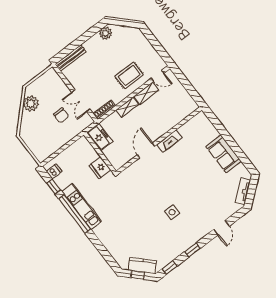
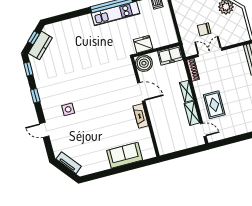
door: (158, 76) -> (203, 130), swing flipped
sofa: (224, 154) -> (125, 155), moved
boiler: (118, 159) -> (144, 63), added
side table: (172, 212) -> (68, 109), moved

